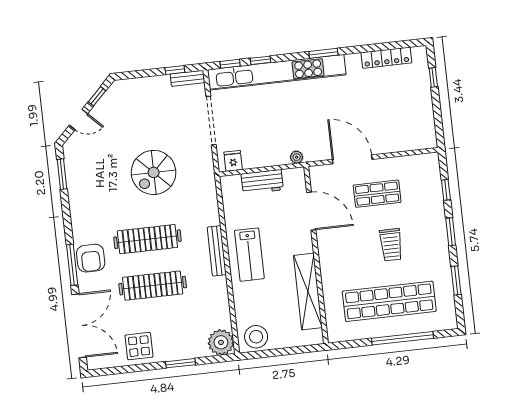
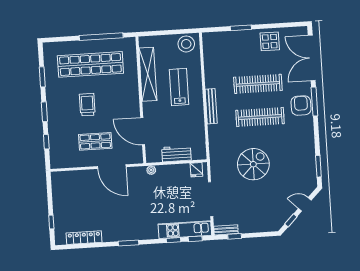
kitchen unit: (277, 72) -> (185, 230), width x0.54
lab bench: (249, 255) -> (179, 87), moved
window: (402, 338) -> (101, 37), moved
plant: (221, 342) -> (211, 41), removed

